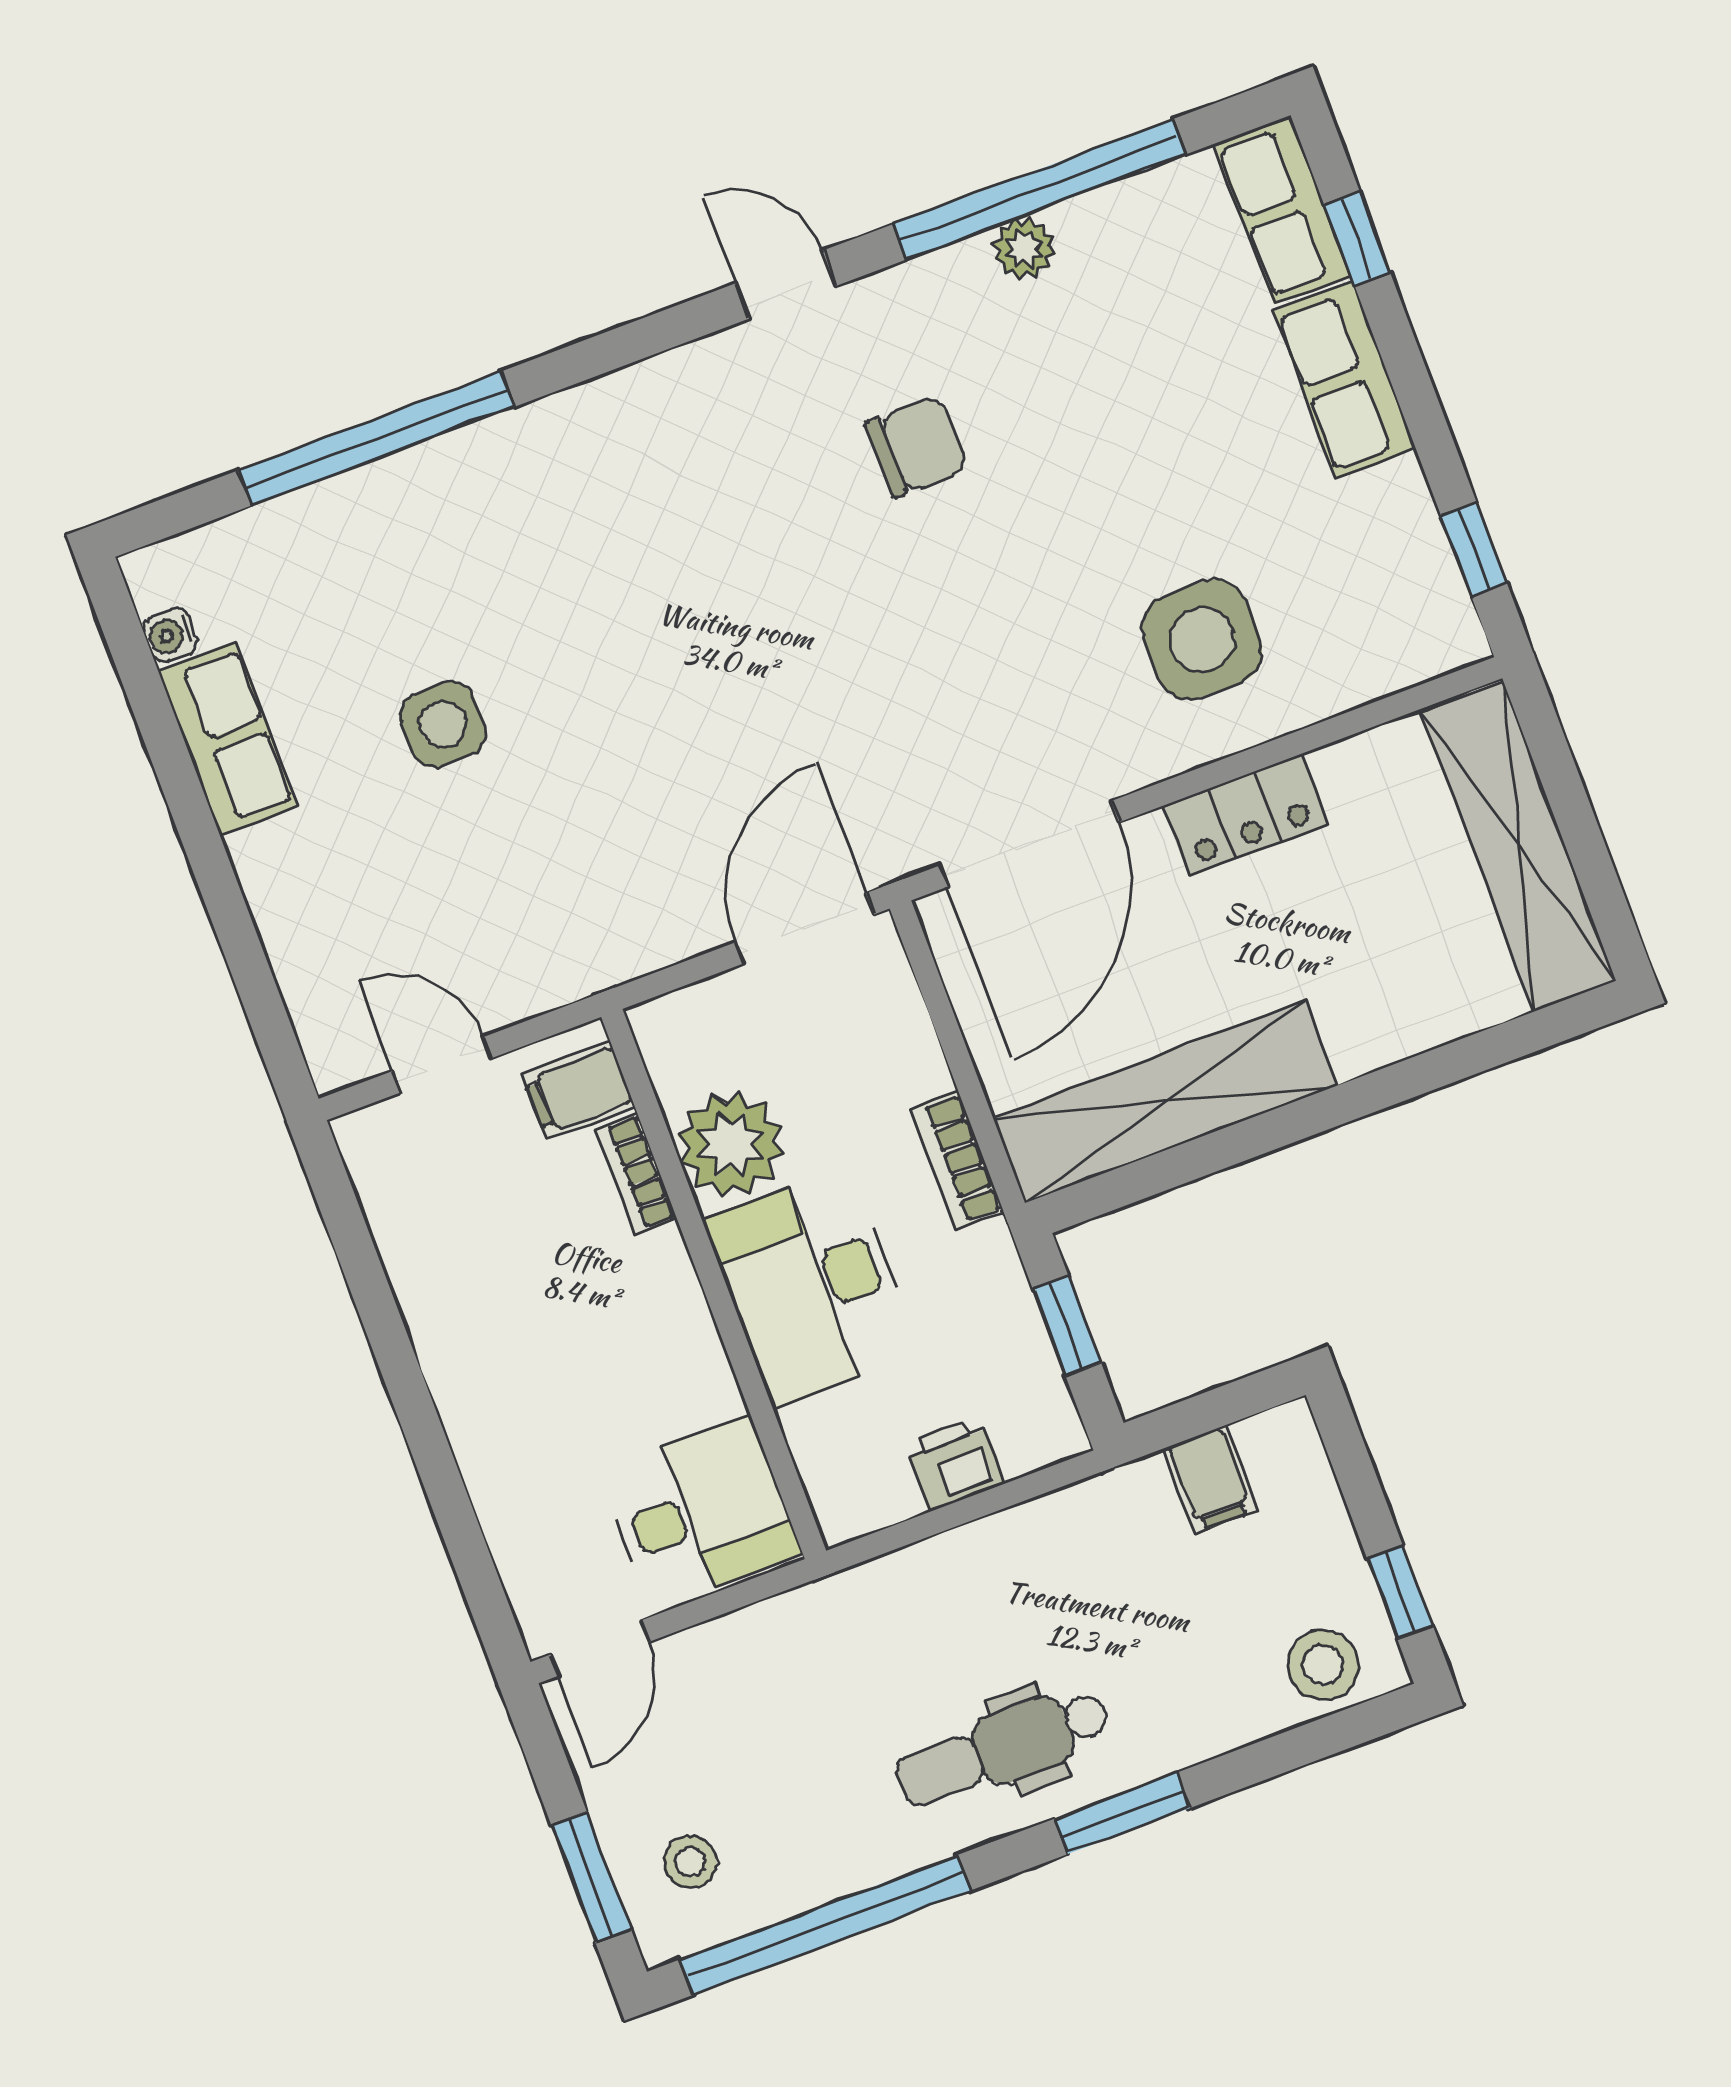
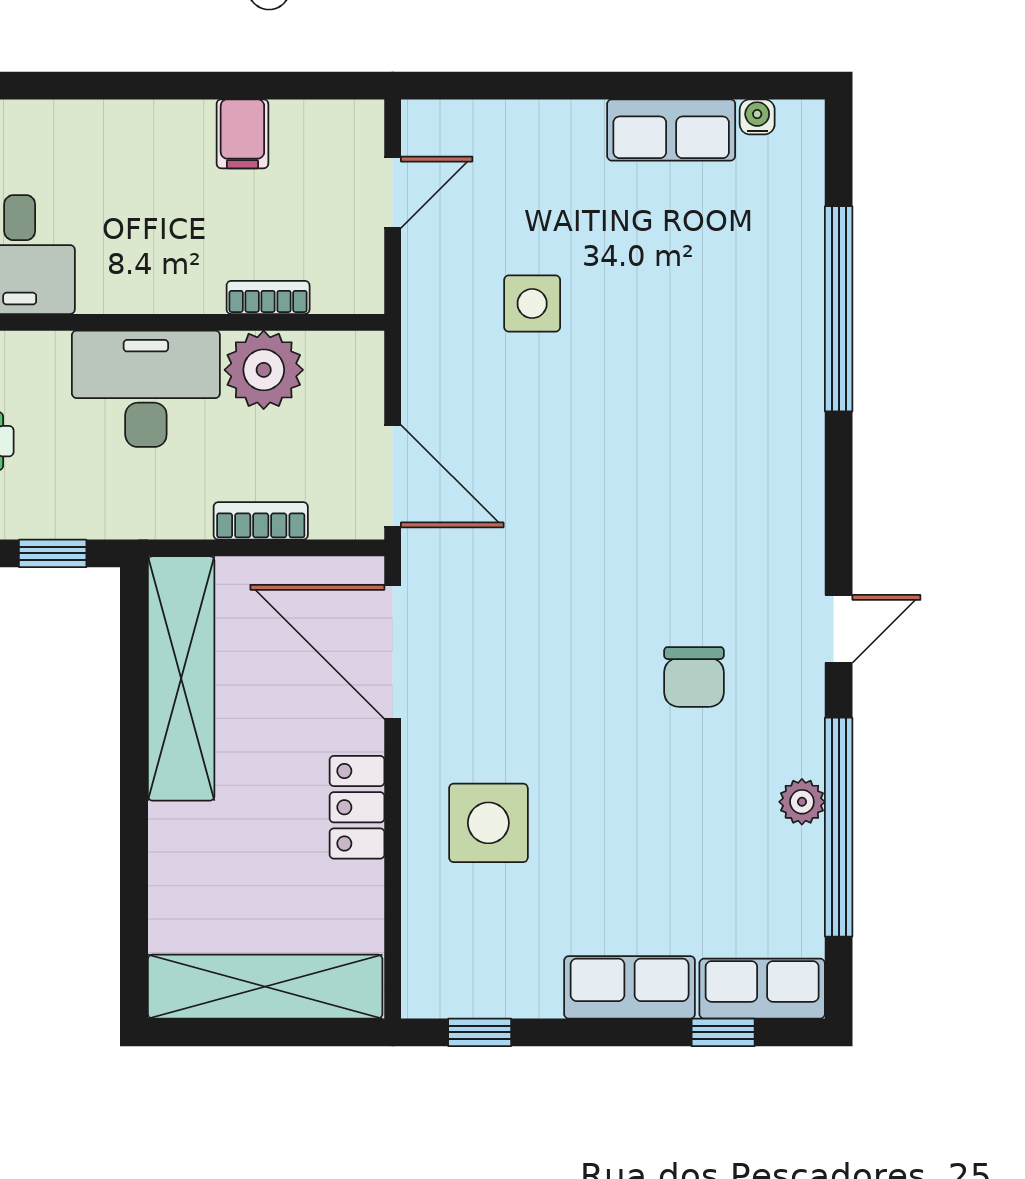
side table: (443, 724) -> (532, 304), moved
filing cabinet: (579, 1091) -> (242, 134), moved, turned 180
bookcase: (957, 1161) -> (261, 521), moved

